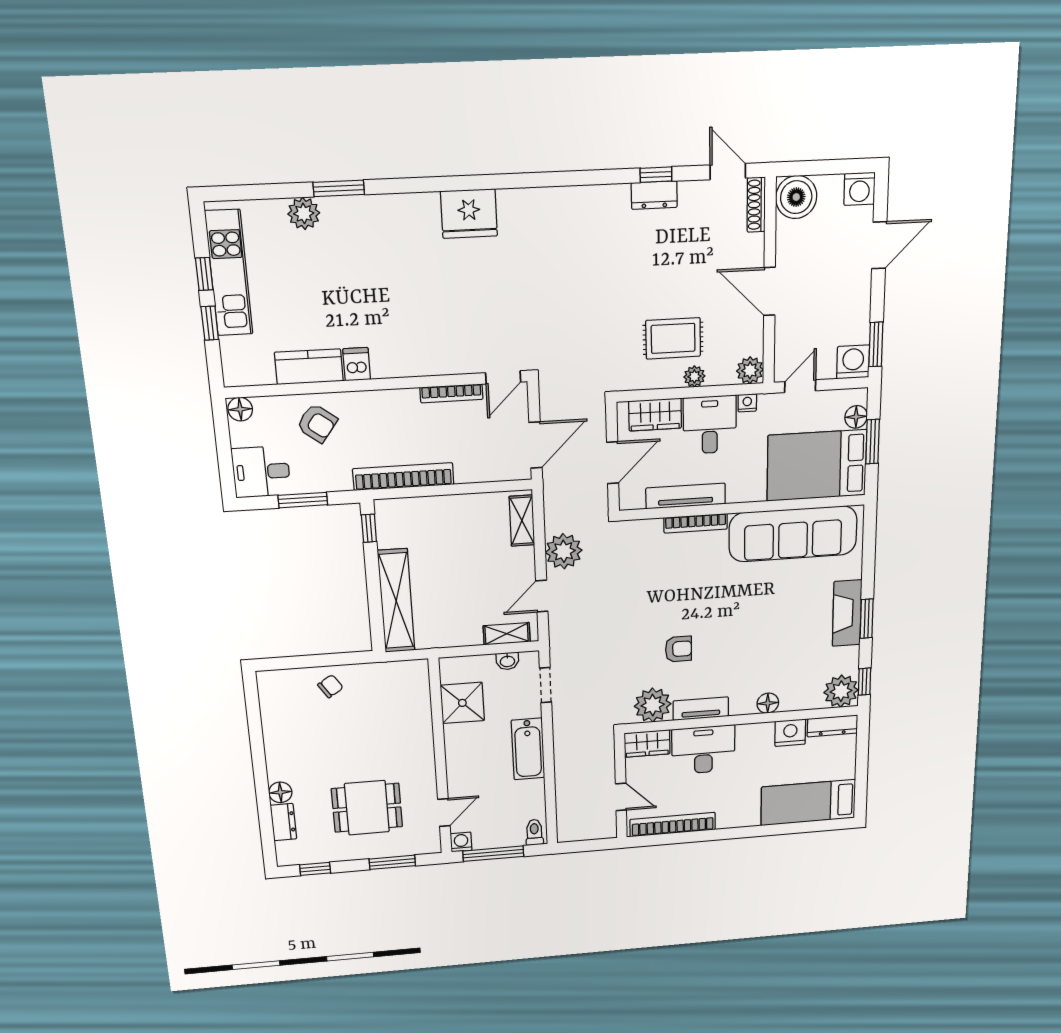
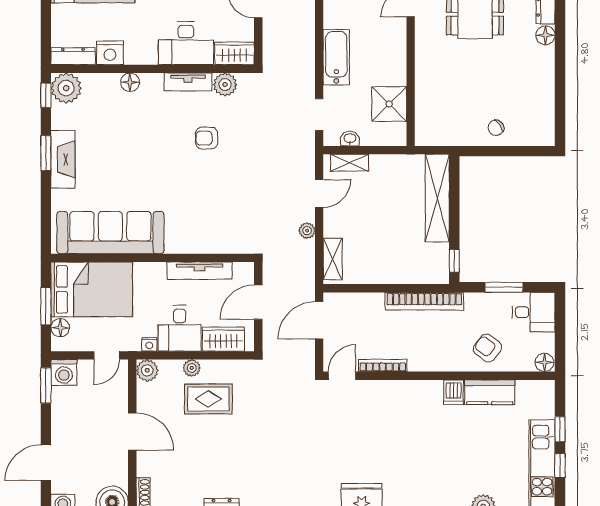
bookcase: (696, 523) -> (191, 247), removed
plant: (564, 551) -> (307, 231), width x0.53, depth x0.53
plant: (653, 705) -> (225, 84), width x0.73, depth x0.73

